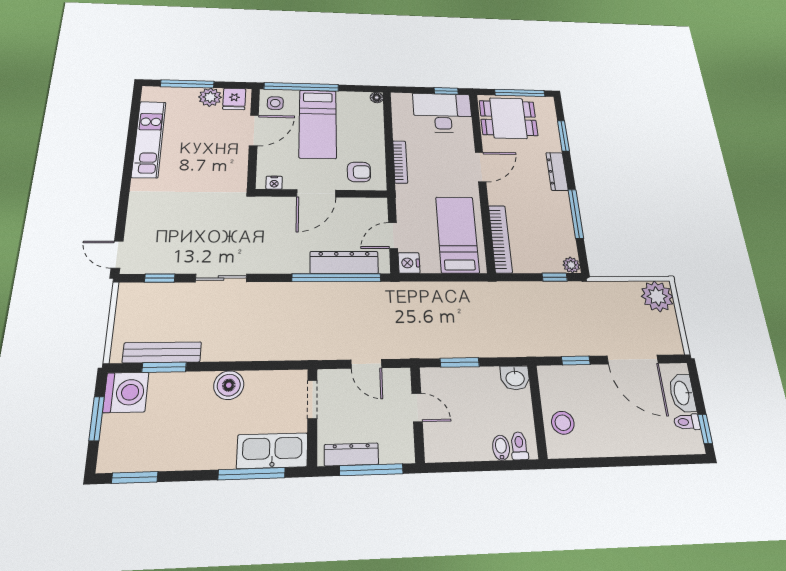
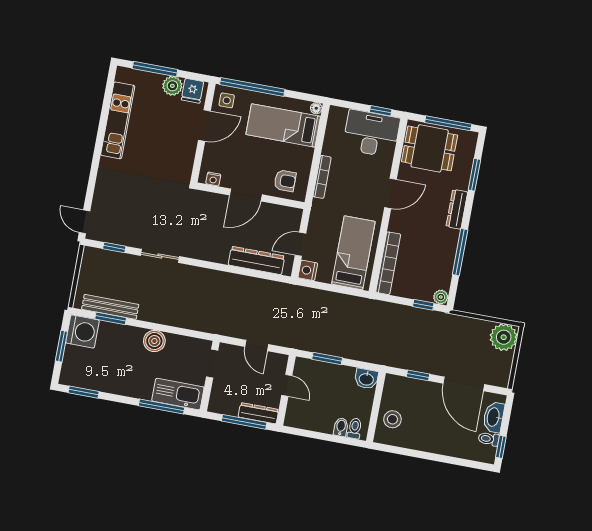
bed: (318, 124) -> (283, 125), moved, turned 90
window: (336, 278) -> (248, 272), removed
dresser: (351, 454) -> (258, 413), moved

